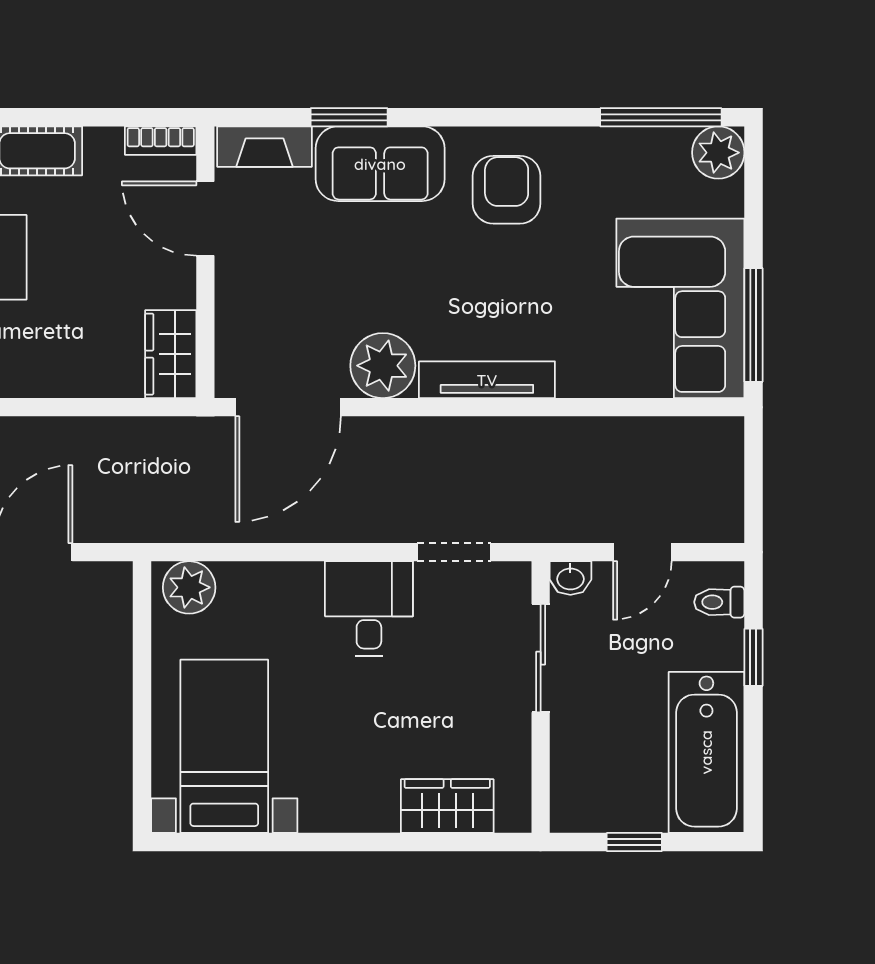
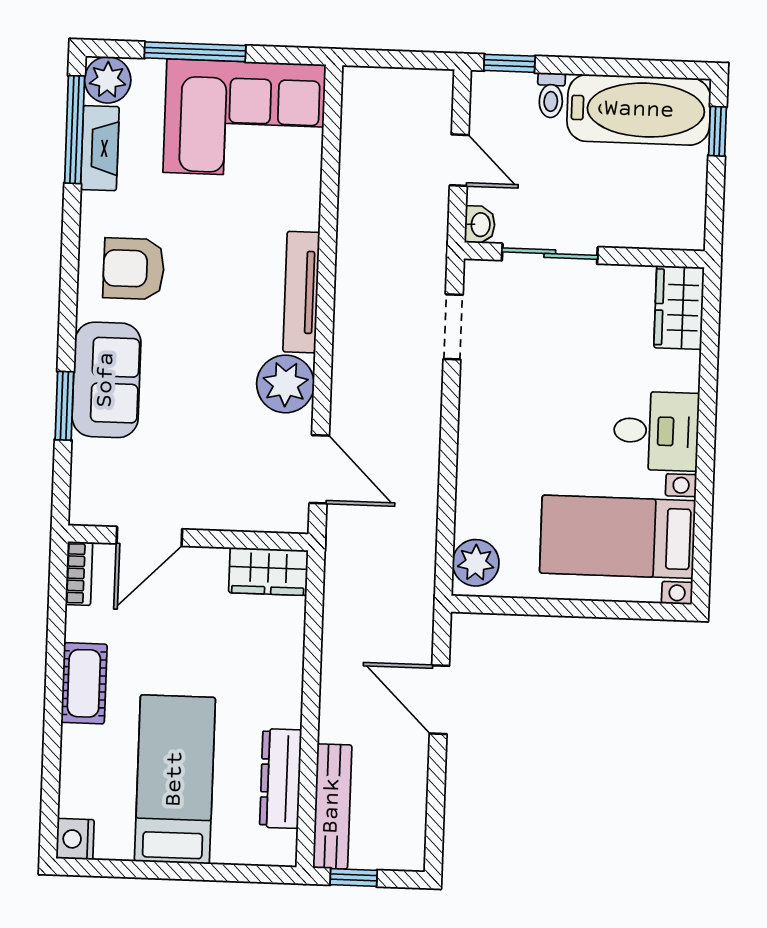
fireplace: (264, 147) -> (100, 148), moved
window: (753, 325) -> (195, 52), moved
door: (288, 407) -> (319, 469), width x0.73
toilet: (719, 602) -> (551, 95), moved
desk: (369, 609) -> (656, 431), moved, turned 180
window: (753, 657) -> (509, 63), moved
wardrobe: (447, 806) -> (679, 308), moved
window: (634, 842) -> (717, 131), moved

